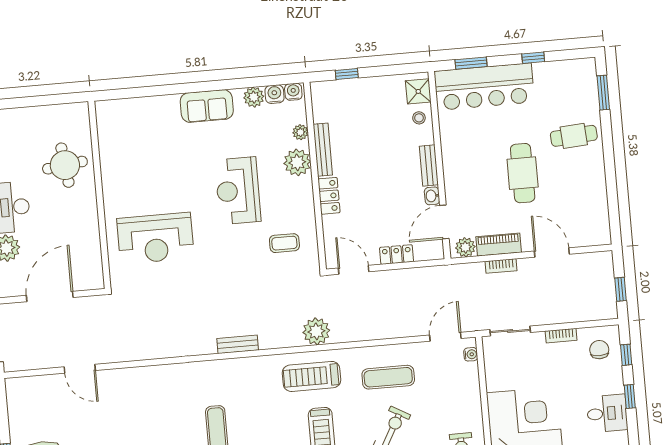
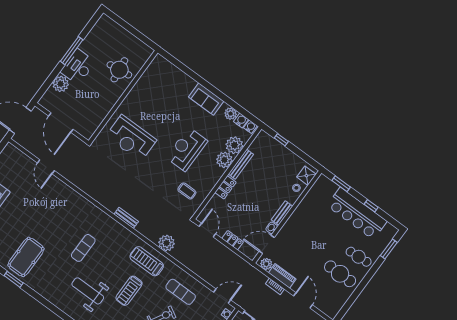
bar counter: (484, 87) -> (357, 213), moved
plant: (300, 132) -> (234, 145), width x1.88, depth x1.88
cafe table: (523, 173) -> (340, 274), moved, turned 90
door: (50, 296) -> (61, 123), swing flipped

